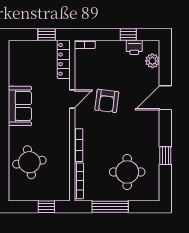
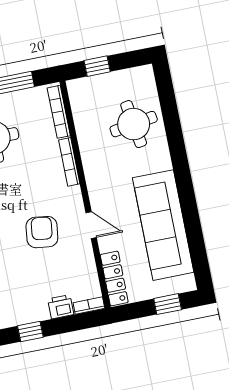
window: (47, 35) -> (168, 304), moved
printer: (134, 47) -> (61, 307), moved
door: (72, 99) -> (91, 225), swing flipped
sofa: (20, 106) -> (163, 225), width x1.85, depth x1.27

